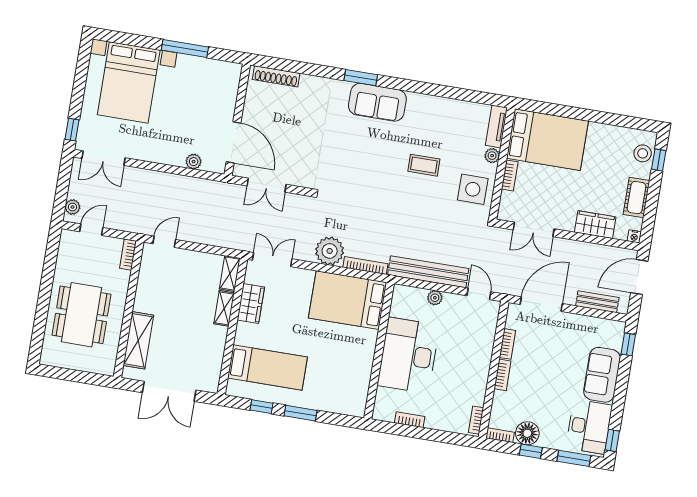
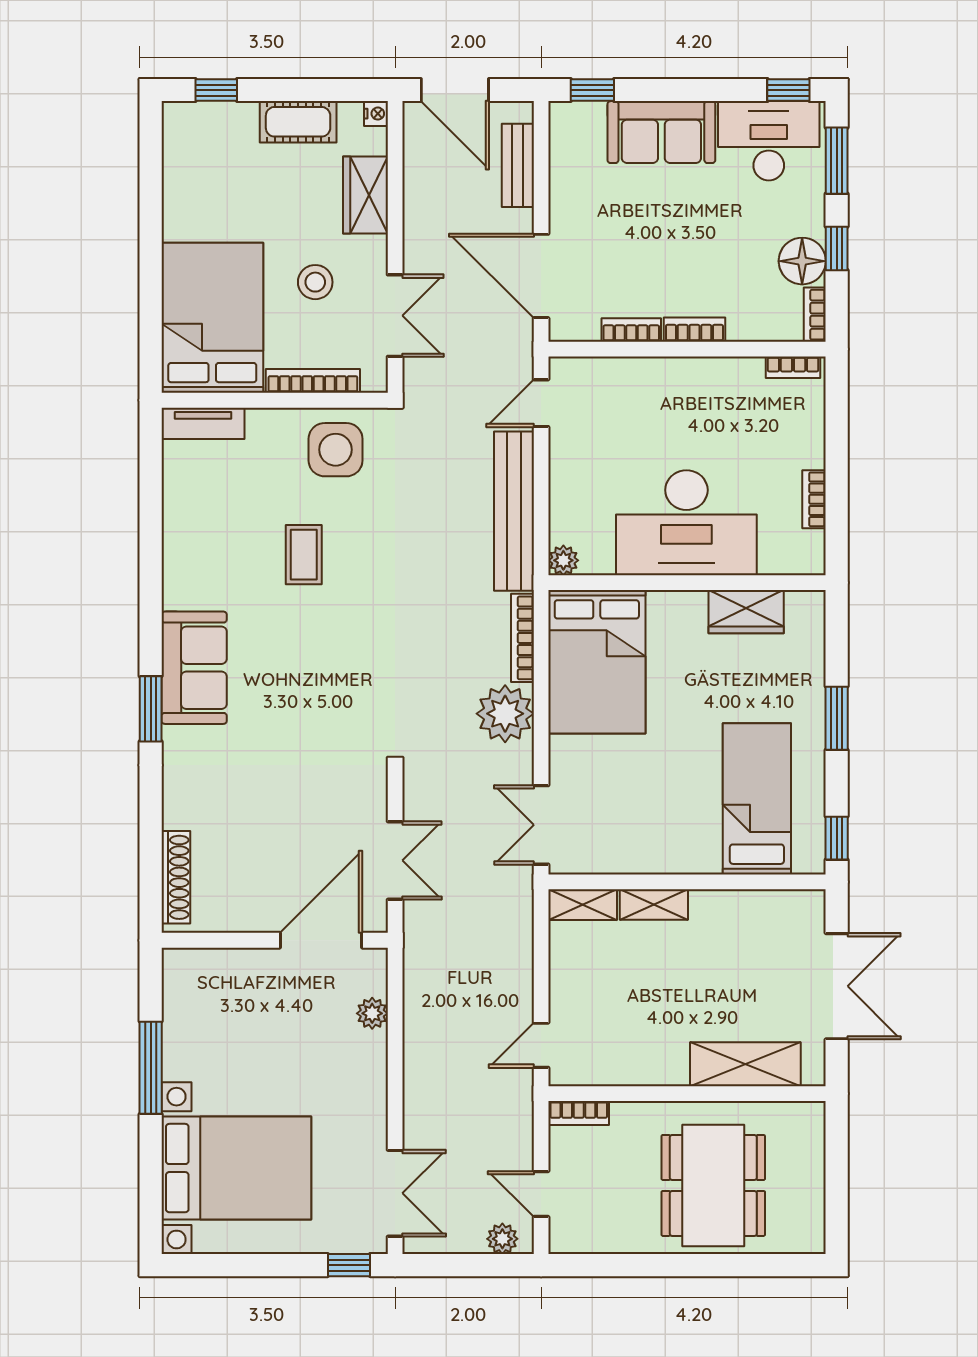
stool: (643, 153) -> (315, 282), moved
plant: (492, 156) -> (262, 422), removed
bookcase: (510, 175) -> (313, 381), width x1.56
door: (164, 242) -> (541, 1045), hinge flipped
plant: (435, 298) -> (563, 560), moved
wardrobe: (251, 303) -> (746, 612), moved, turned 180
dining table: (82, 315) -> (713, 1185), turned 90
window: (261, 407) -> (837, 838), moved

